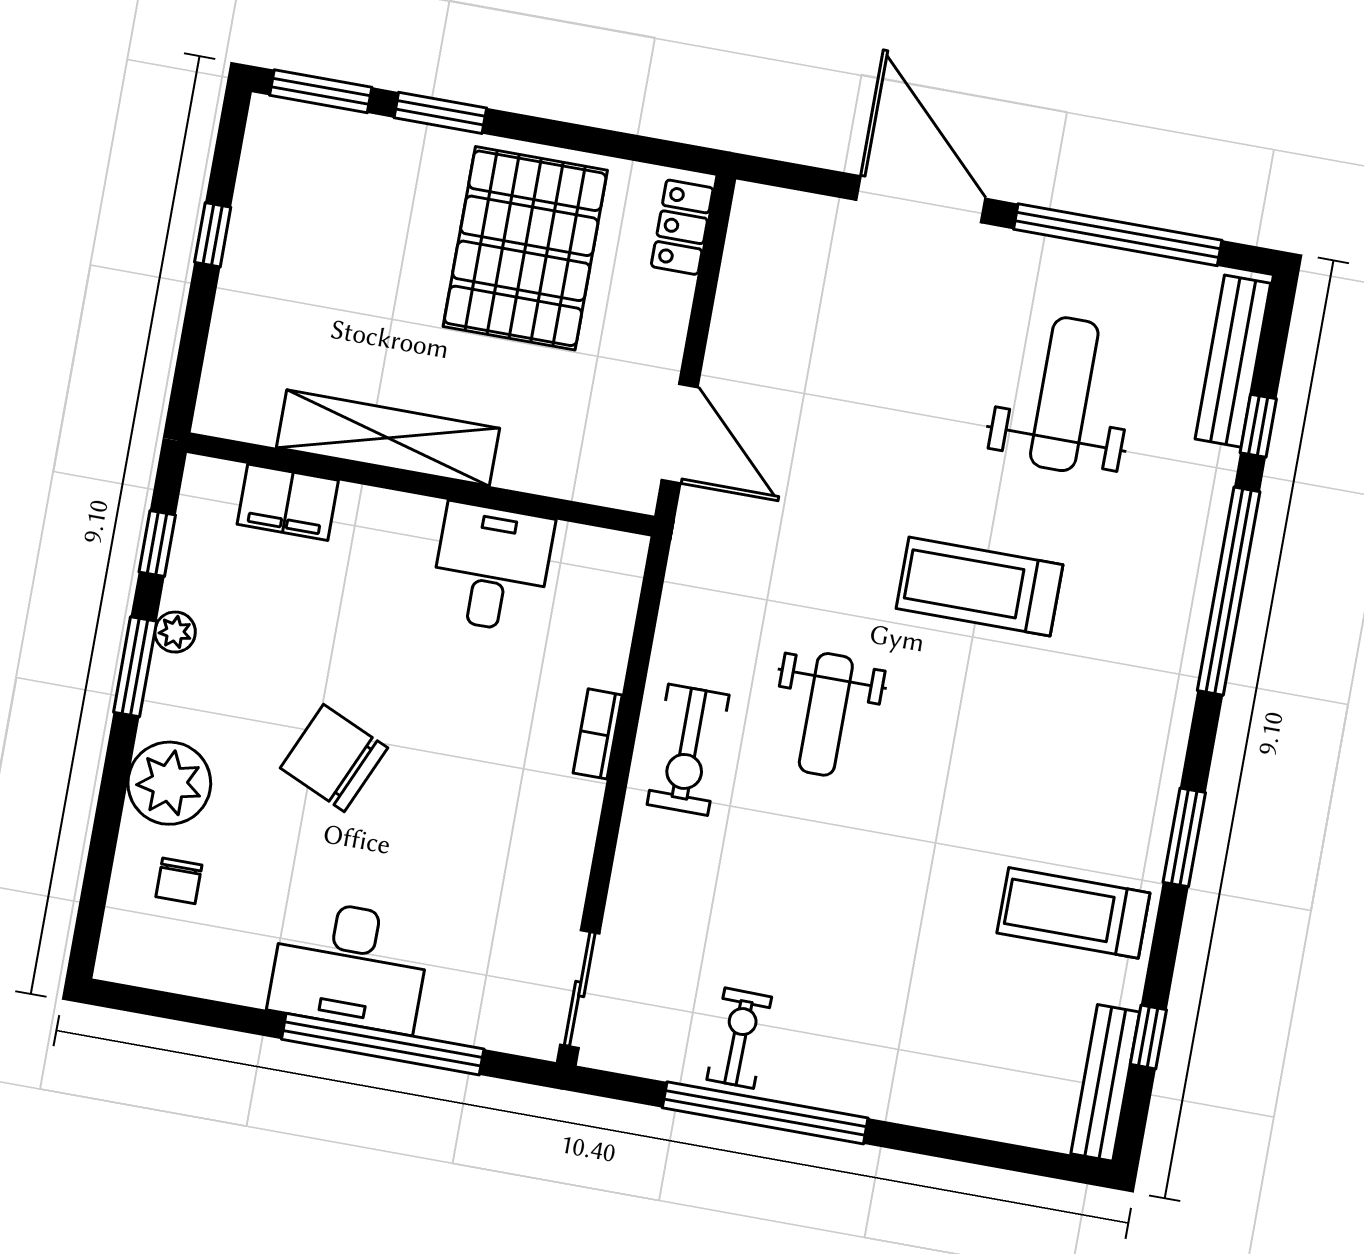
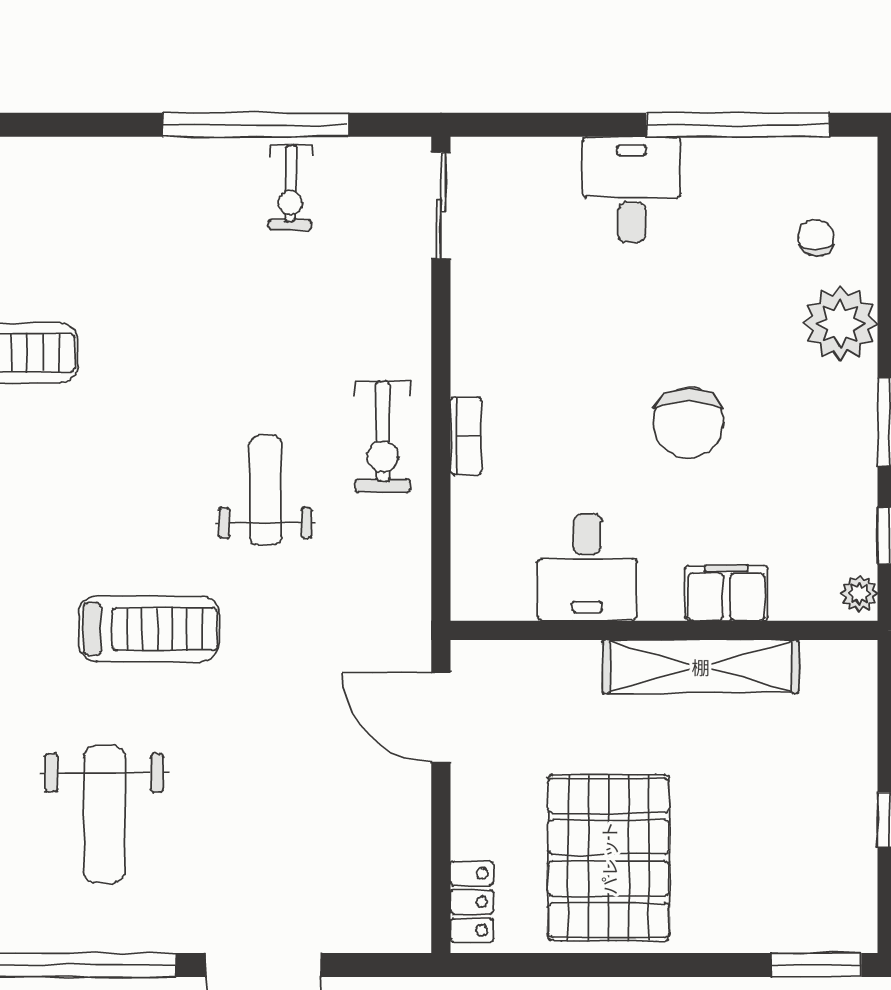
window: (440, 113) -> (706, 965), removed
filing cabinet: (288, 502) -> (726, 593), moved
plant: (175, 632) -> (859, 593), moved
exercise bike: (688, 750) -> (383, 436), turned 180
chair: (334, 758) -> (688, 423), moved, turned 66
desk: (350, 966) -> (632, 189), width x0.73
window: (383, 1044) -> (738, 125), moved

